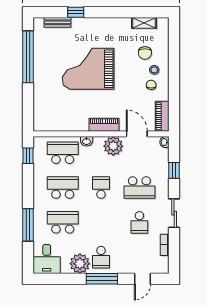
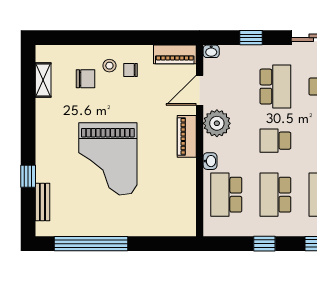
window: (28, 156) -> (264, 244), moved

